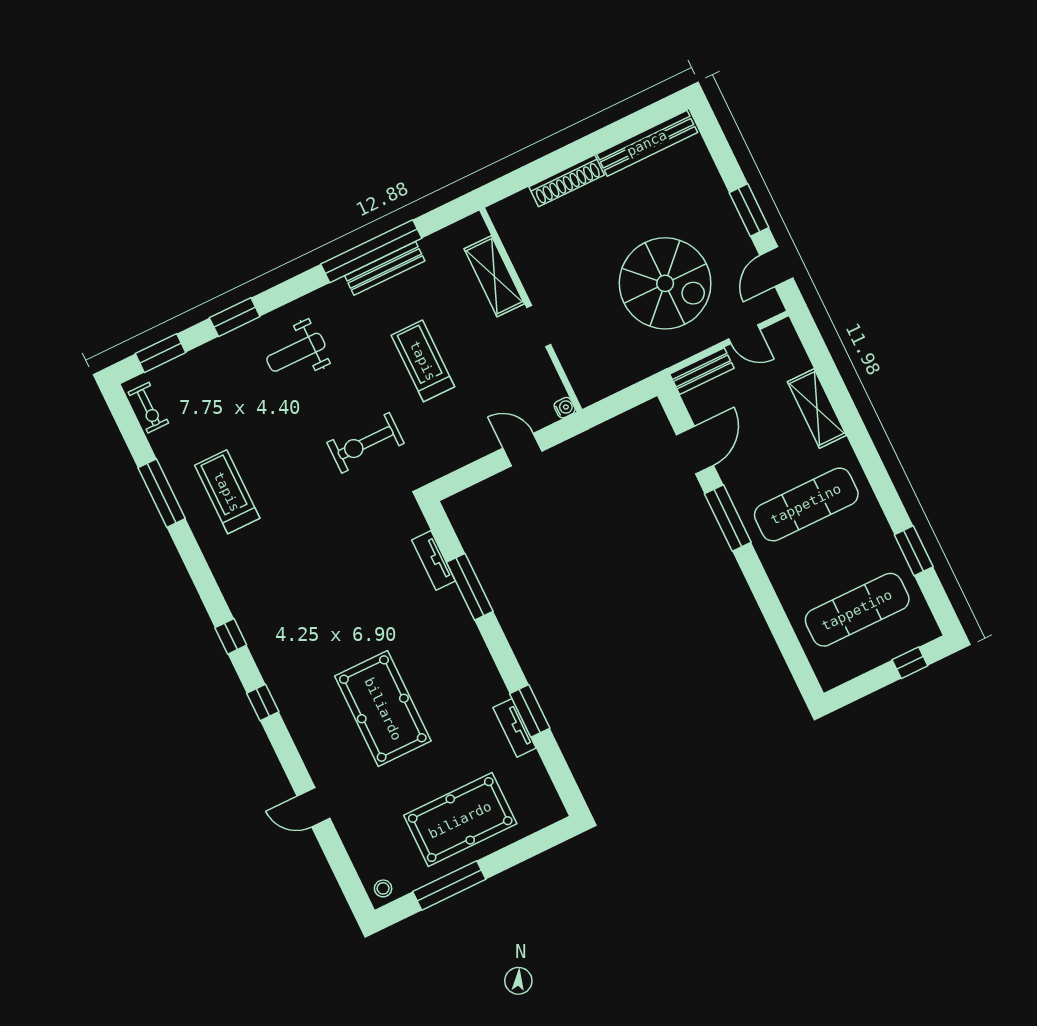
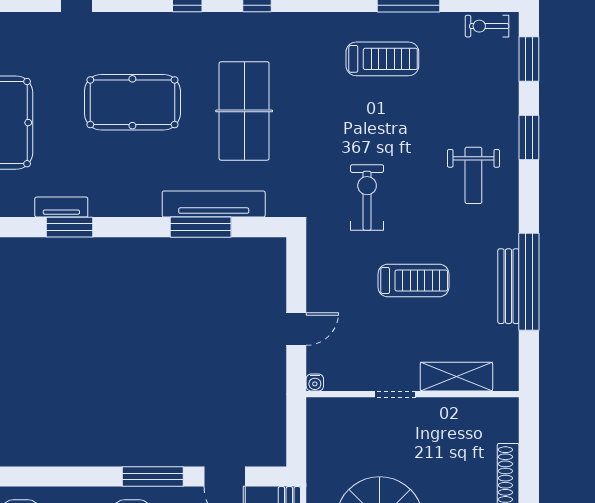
weight bench: (296, 352) -> (473, 175), turned 180
tv unit: (433, 560) -> (214, 204), width x1.92, depth x1.29
table tennis table: (340, 599) -> (244, 111), added

